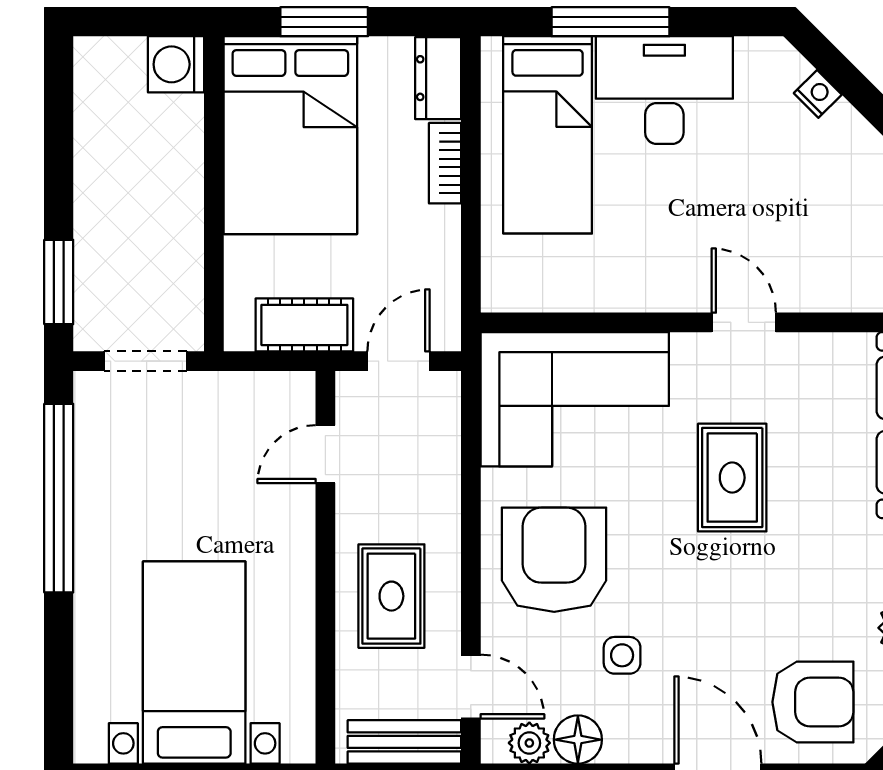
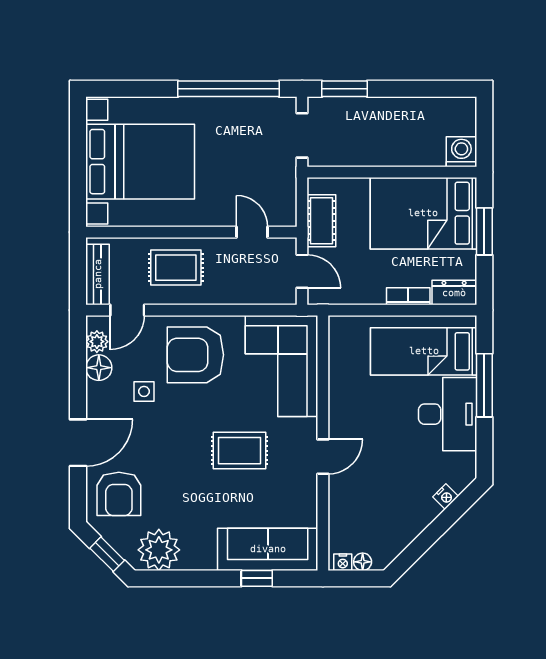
armchair: (554, 560) -> (195, 355), turned 180
bed with nightstands: (194, 663) -> (140, 162), width x1.36

